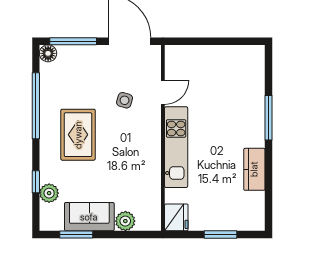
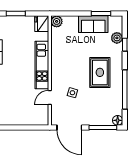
plant: (125, 221) -> (57, 21), moved

